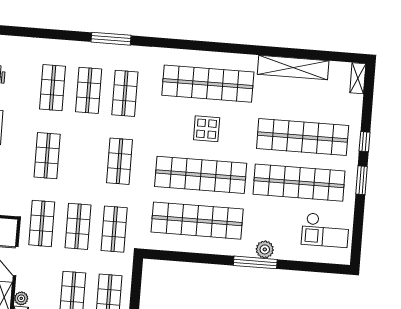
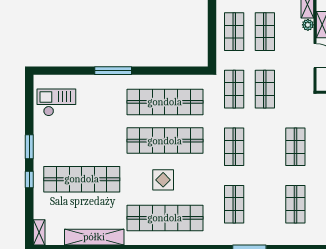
shop shelf: (89, 90) -> (265, 204), removed
shop shelf: (299, 183) -> (82, 141), removed
shop shelf: (42, 223) -> (295, 89), removed
plant: (265, 249) -> (106, 82), removed

